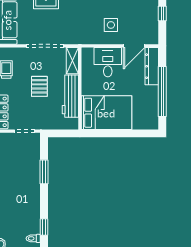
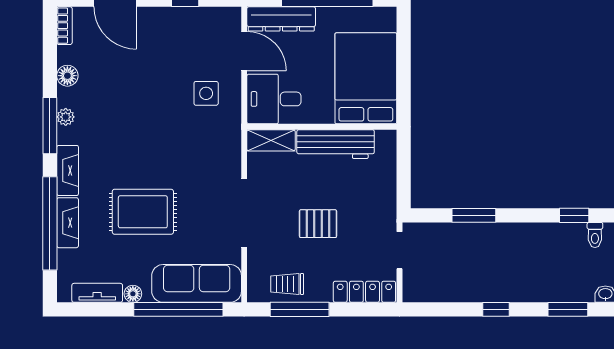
shelving: (72, 61) -> (271, 140), moved
wall: (80, 89) -> (322, 127), moved
workbench: (70, 96) -> (336, 144), moved
bed: (106, 113) -> (366, 78), moved

